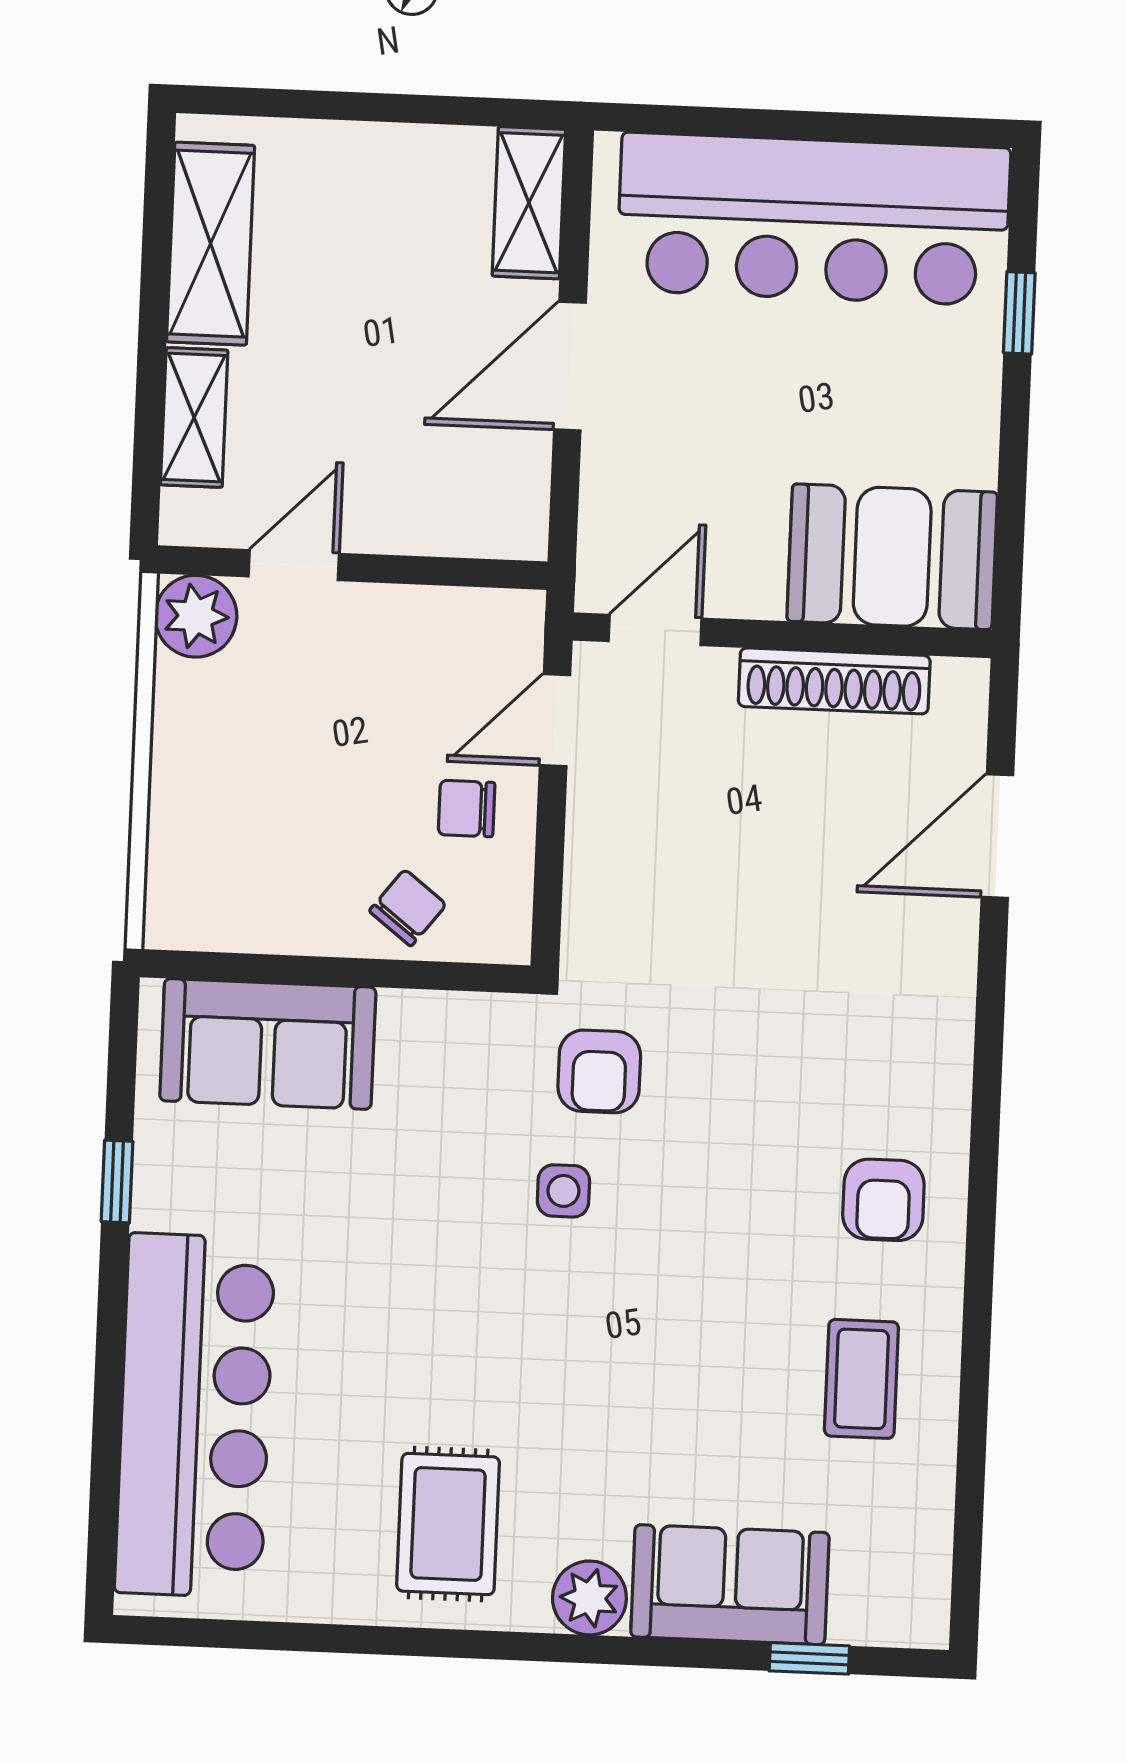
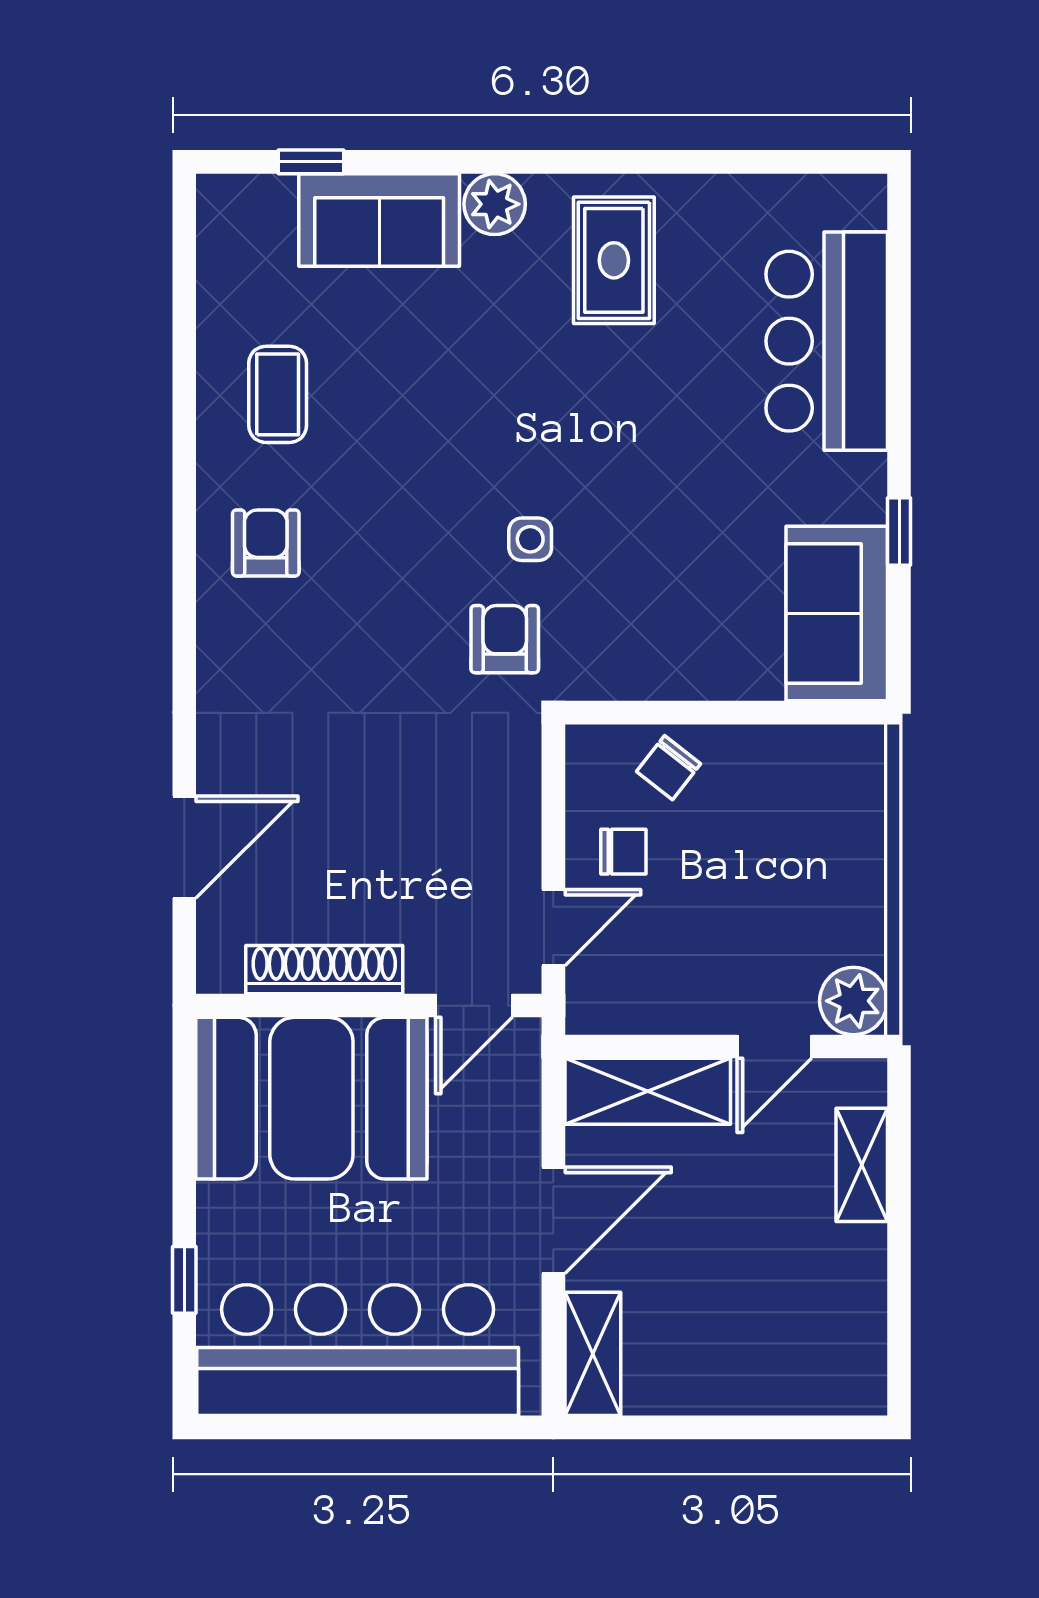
shelving: (211, 244) -> (648, 1091), moved, turned 90
booth: (892, 557) -> (311, 1098), width x1.36, depth x1.42
sofa: (268, 1044) -> (837, 613), moved, turned -90
bar counter: (195, 1415) -> (827, 341), width x0.73

